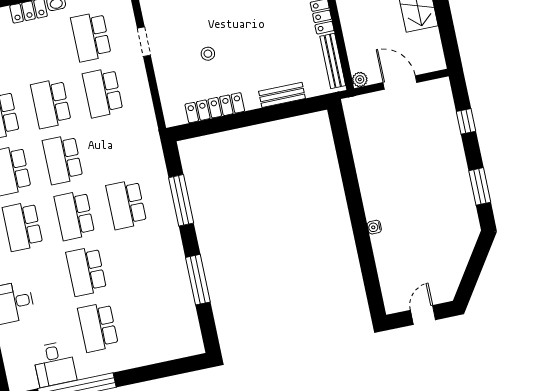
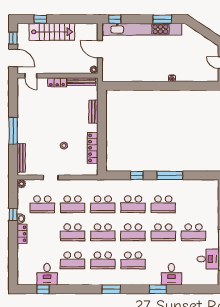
door: (400, 83) -> (100, 49), hinge flipped
window: (466, 121) -> (115, 19), moved
school desk: (114, 149) -> (103, 204), added
kitchen unit: (453, 153) -> (142, 29), added
window: (181, 200) -> (137, 175), width x0.46
school desk: (138, 260) -> (163, 204), added
window: (198, 280) -> (170, 175), moved

